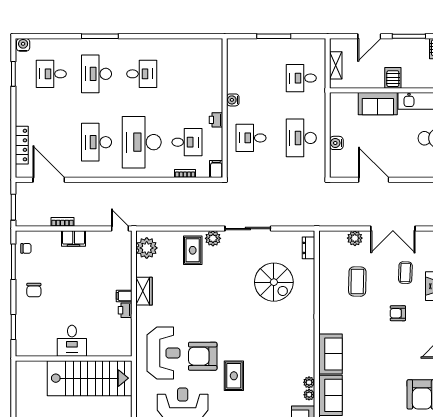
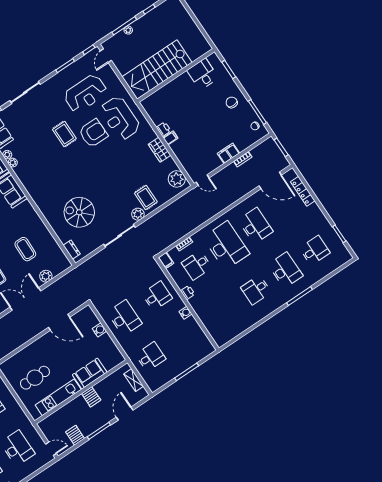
water cooler: (23, 45) -> (346, 257), removed
desk: (72, 341) -> (203, 74), moved

